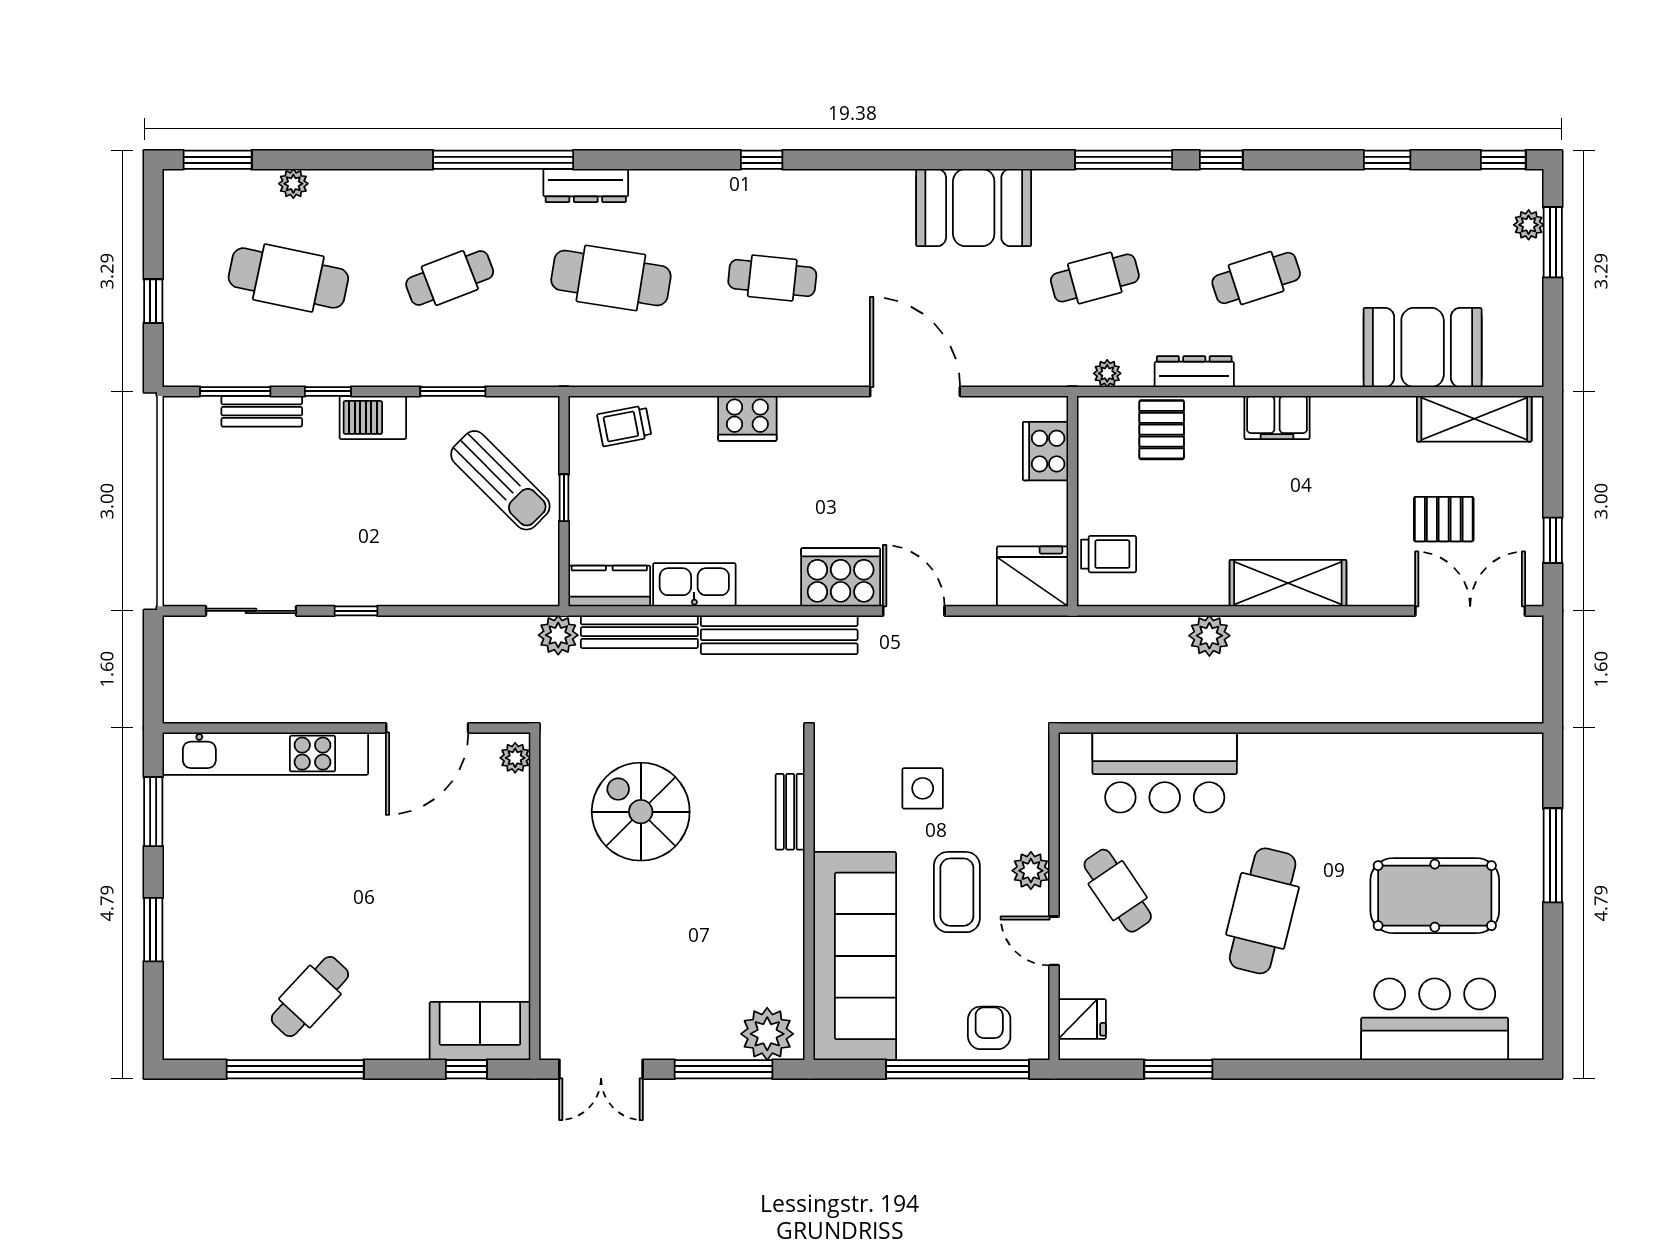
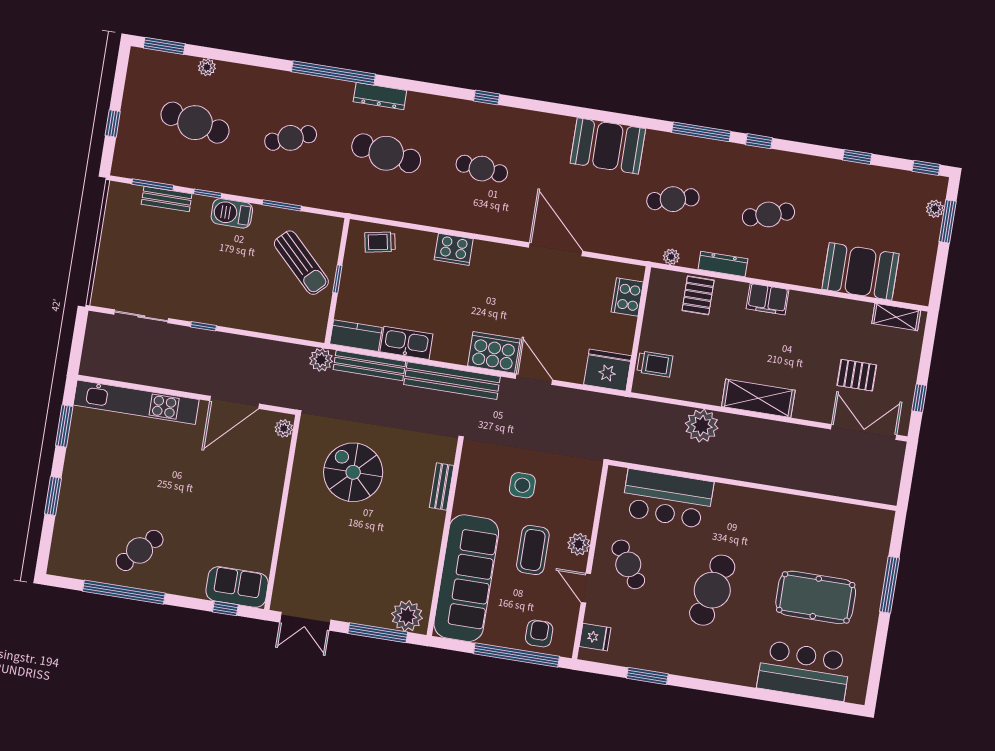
shelving: (1474, 419) -> (896, 317), width x0.67, depth x0.75
plant: (1209, 636) -> (702, 426), width x1.36, depth x1.36

